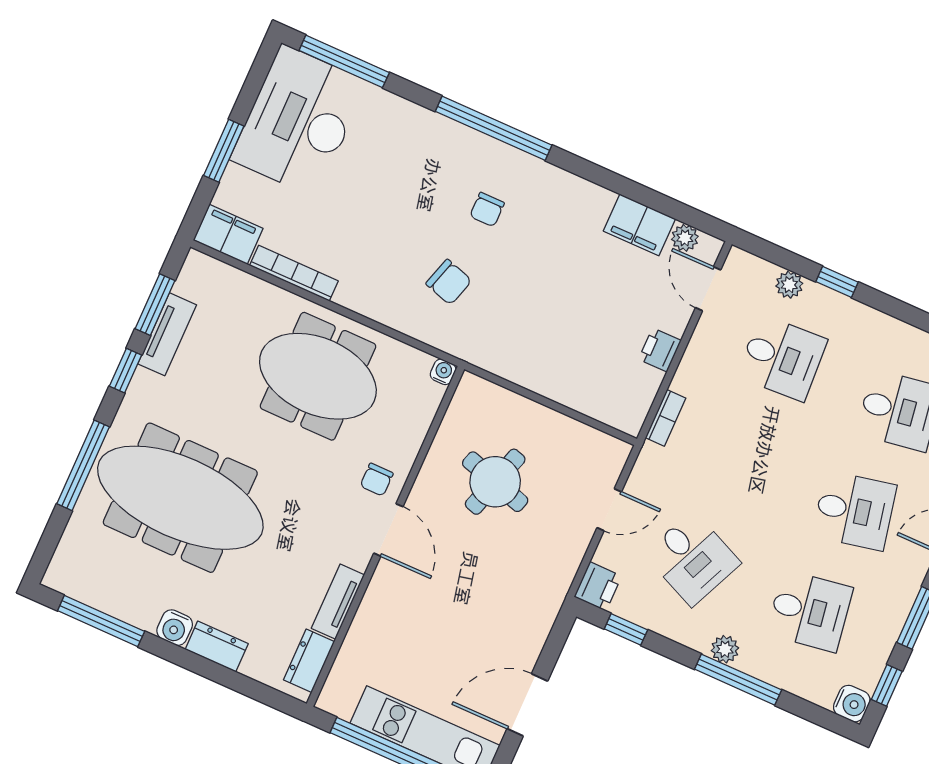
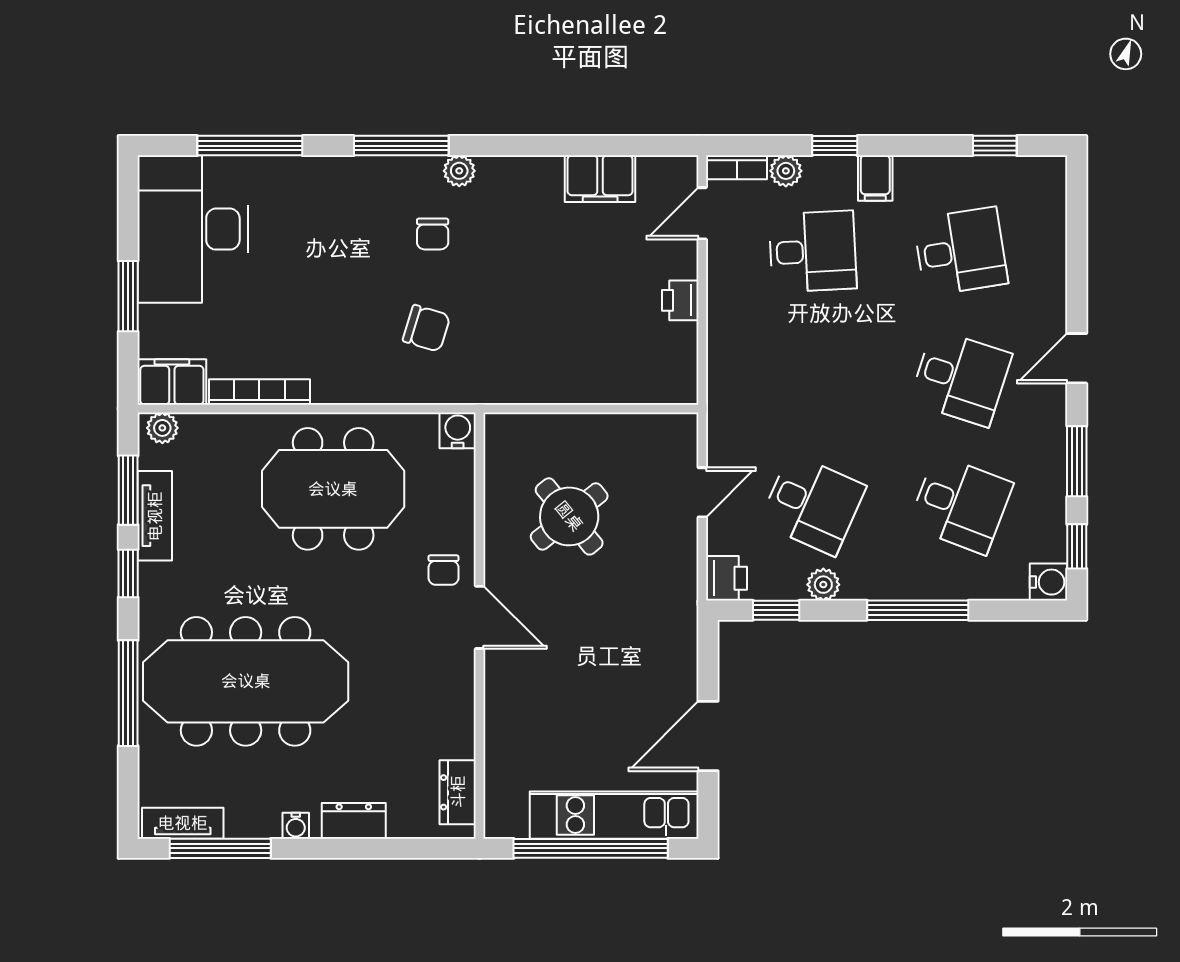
window: (344, 61) -> (250, 146), moved
window: (494, 128) -> (401, 146), width x0.68
plant: (685, 238) -> (459, 171), moved
plant: (204, 267) -> (162, 428), added
door: (708, 289) -> (702, 213), hinge flipped
filing cabinet: (858, 322) -> (875, 178), added
water cooler: (443, 372) -> (458, 430), width x1.38, depth x1.38
bookcase: (666, 418) -> (737, 167), moved, turned 90
round table: (495, 482) -> (569, 516), turned 34
desk: (854, 511) -> (961, 378), turned 30
tv unit: (338, 602) -> (183, 823), moved, turned 90
desk: (810, 611) -> (961, 504), turned 30
water cooler: (175, 628) -> (296, 826), width x0.72, depth x0.72
plant: (725, 649) -> (823, 585), moved

